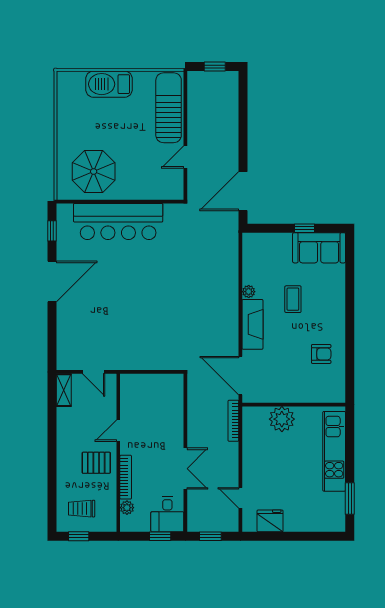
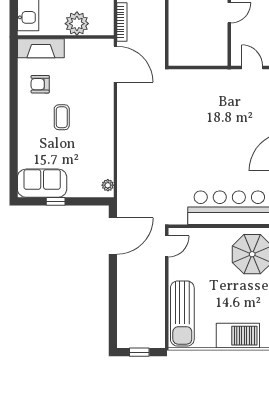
door: (185, 157) -> (167, 246), moved
plant: (249, 292) -> (108, 185), moved
coffee table: (293, 299) -> (62, 117), moved
fireplace: (252, 324) -> (41, 48), moved, turned -90

